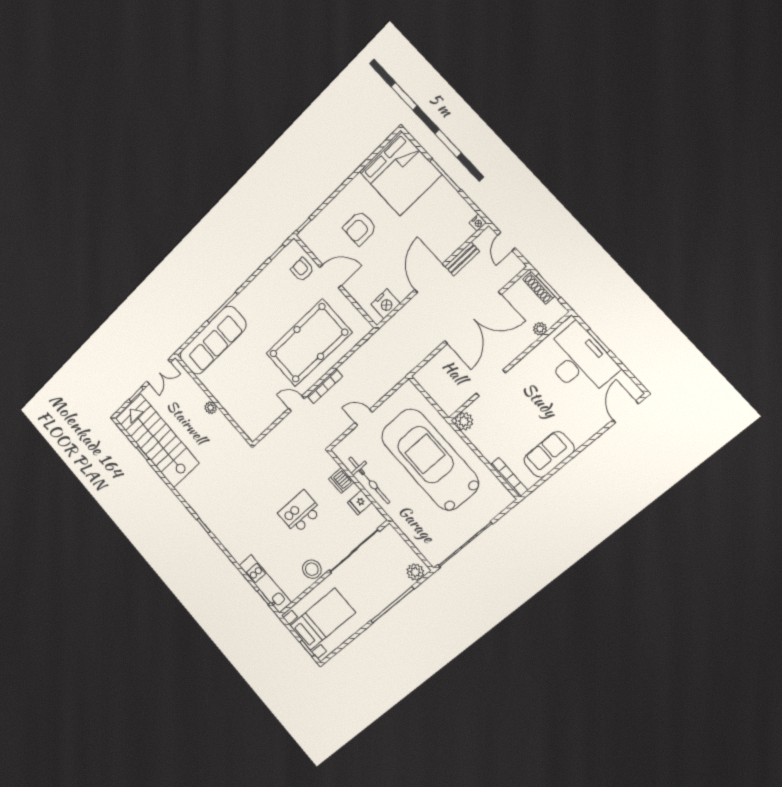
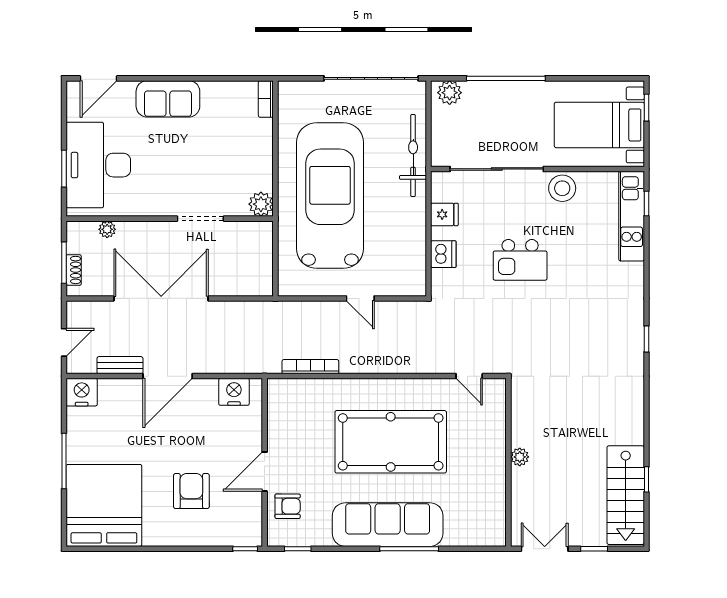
nightstand: (478, 223) -> (82, 392), width x1.89, depth x1.79
armchair: (360, 228) -> (191, 491), turned -90
armchair: (302, 270) -> (288, 506), turned -90
door: (331, 276) -> (265, 472), hinge flipped
shoe rack: (539, 288) -> (74, 270), width x0.70
sofa: (213, 340) -> (388, 525), moved
pool table: (309, 343) -> (391, 442), moved
bookcase: (325, 386) -> (310, 367), moved
door: (296, 403) -> (469, 376), moved
stairs: (157, 441) -> (626, 495), width x0.73, depth x0.66
sofa: (549, 454) -> (168, 99), moved
car: (430, 460) -> (330, 196), turned 180
bookcase: (509, 477) -> (266, 99), width x0.64
bicycle: (369, 480) -> (413, 156), moved

